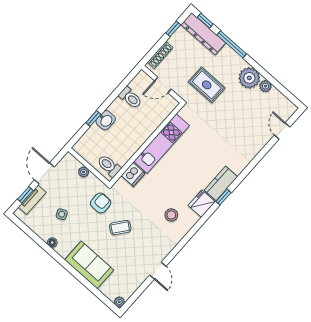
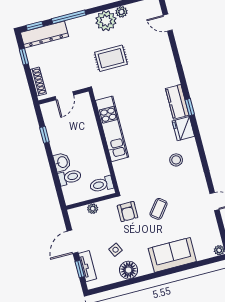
rug: (207, 85) -> (111, 58), moved
toilet: (130, 98) -> (70, 177), moved
window: (93, 119) -> (44, 135), moved
door: (44, 173) -> (72, 242), hinge flipped
dishwasher: (133, 175) -> (122, 169), removed
armchair: (101, 203) -> (128, 212), turned 180
floor lamp: (52, 243) -> (129, 270), width x1.89, depth x1.89

